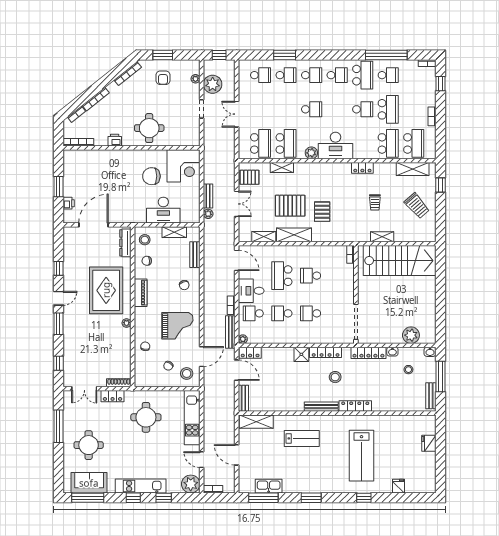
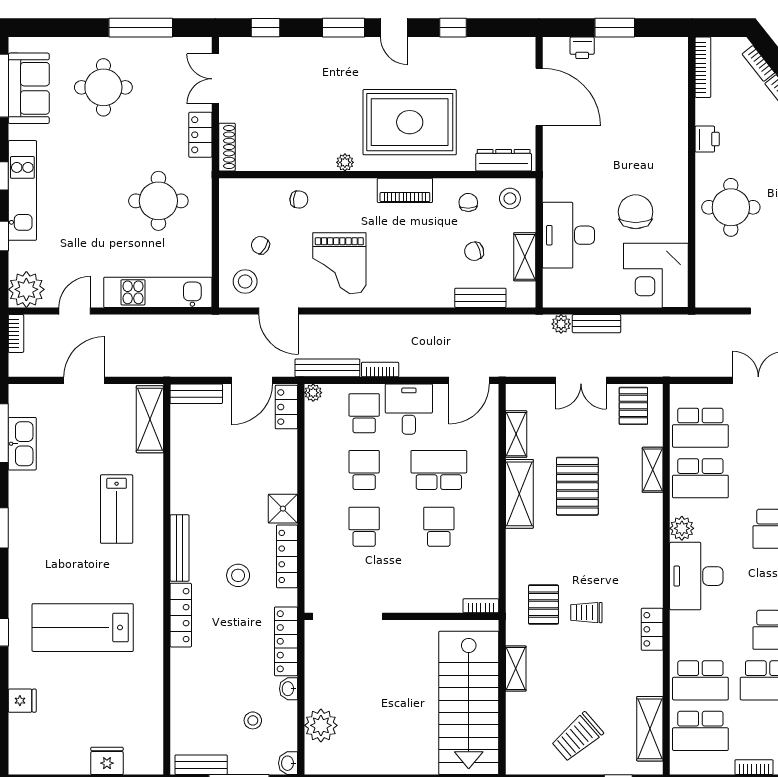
trolley: (375, 202) -> (586, 613), moved
pallet: (322, 212) -> (543, 605), moved, turned 90
chair: (184, 285) -> (474, 251), moved

